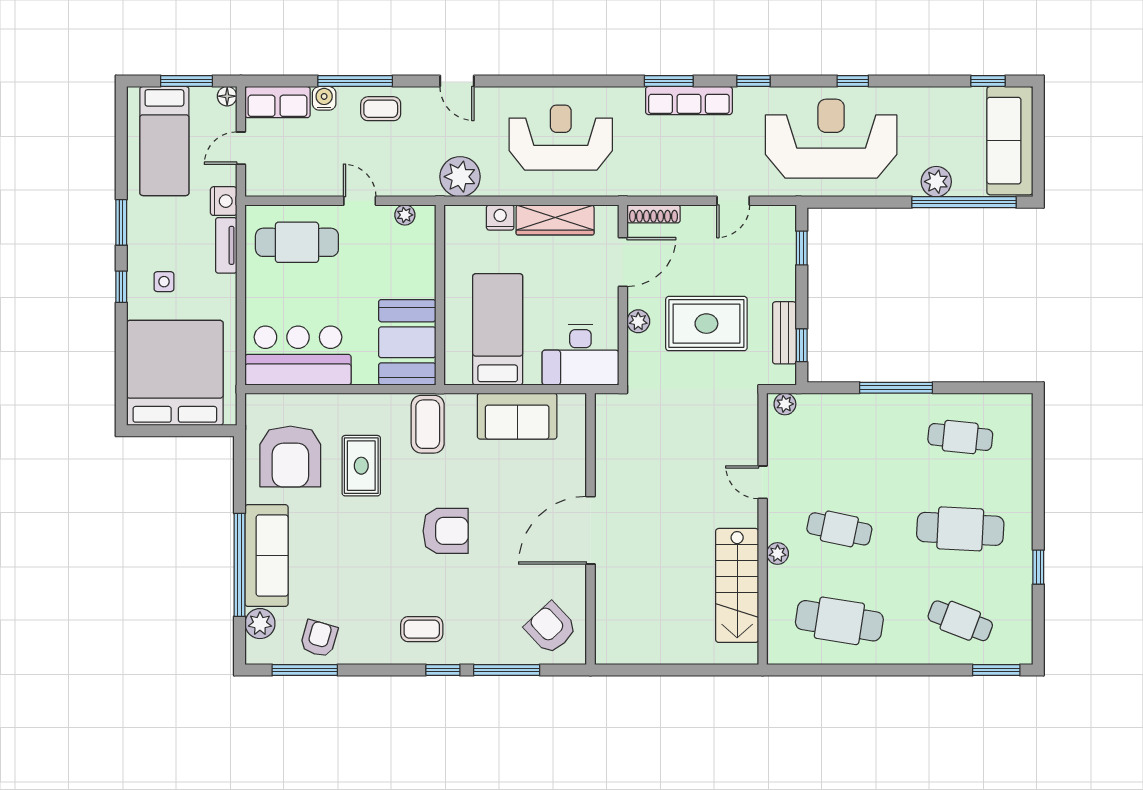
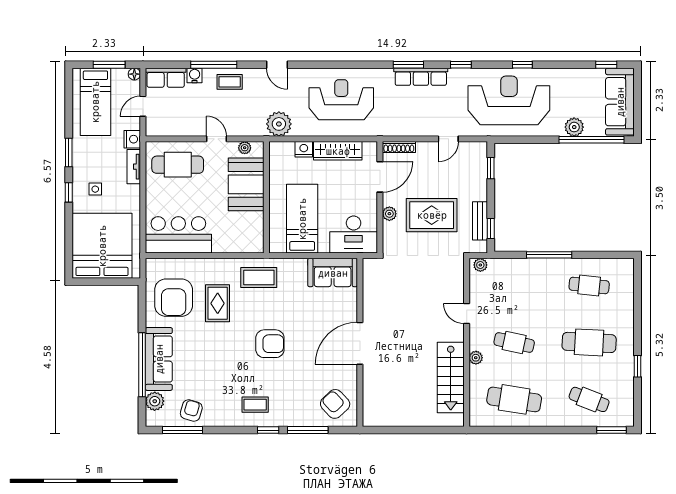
booth: (407, 342) -> (246, 184), moved
sofa: (517, 416) -> (333, 273), moved
coffee table: (428, 424) -> (259, 278), turned 90

